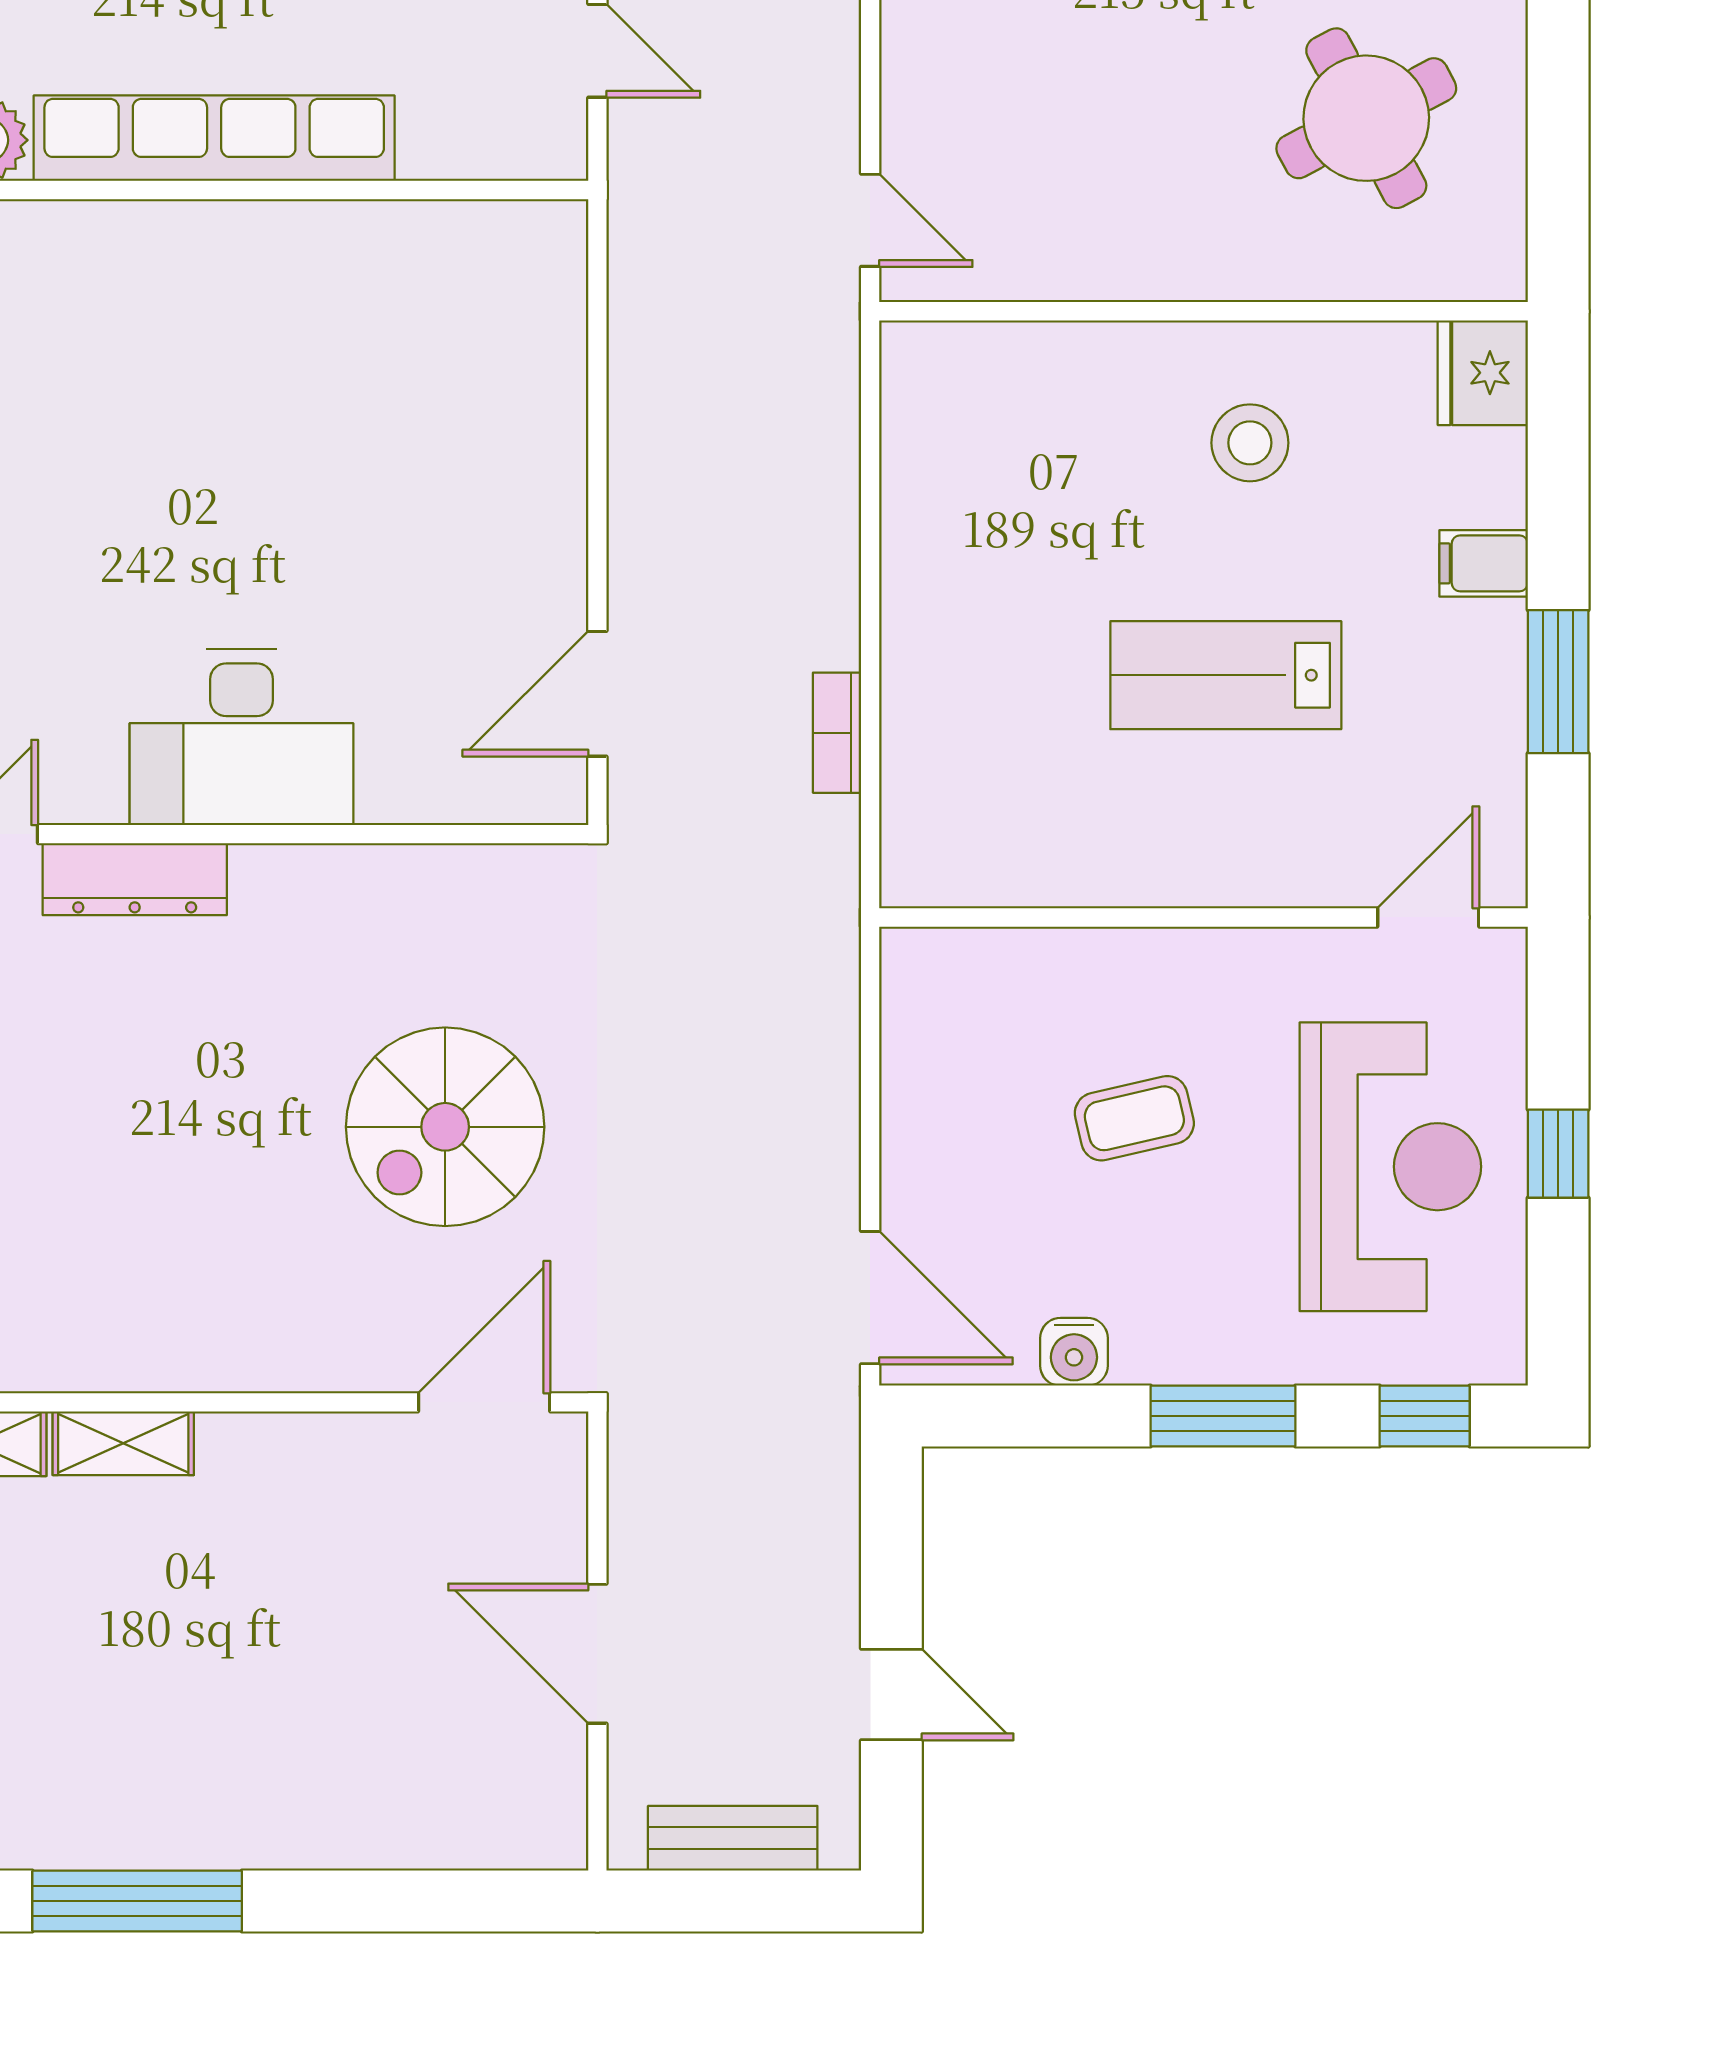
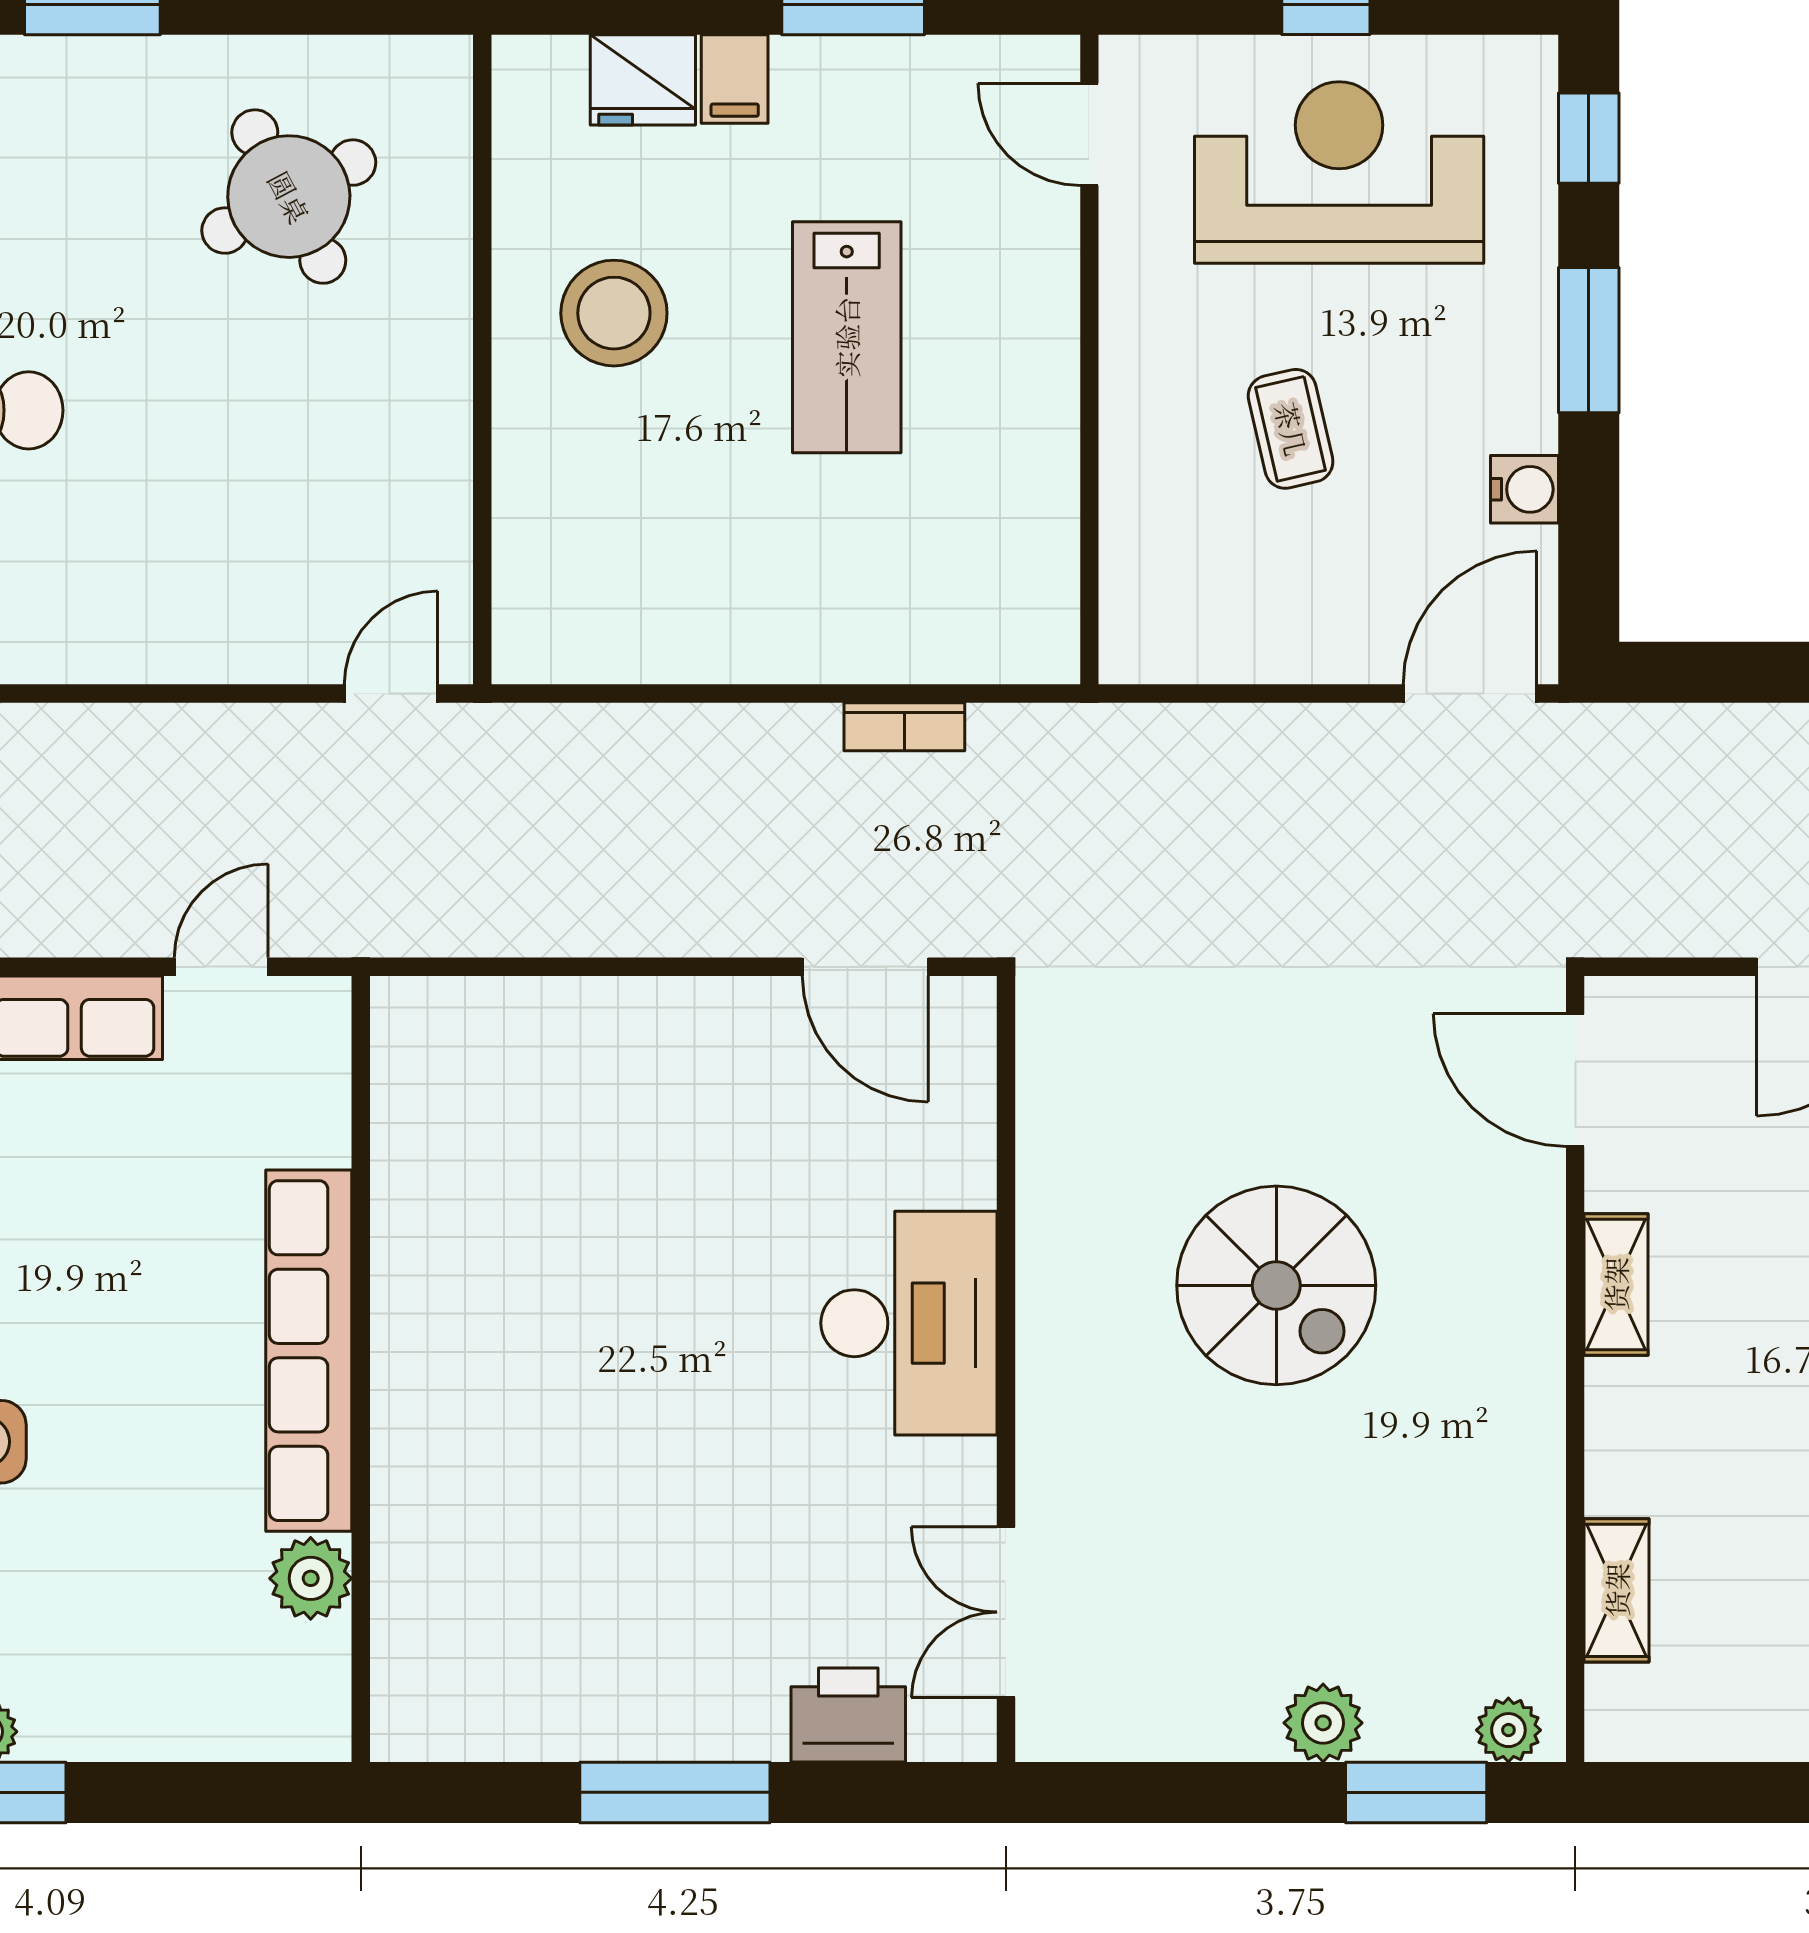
fridge: (1483, 373) -> (643, 80), moved
stool: (1250, 443) -> (614, 313), width x1.38, depth x1.38
dresser: (135, 879) -> (1051, 1430), removed
spiral stairs: (445, 1127) -> (1276, 1285), moved
shelving: (123, 1443) -> (1616, 1284), moved

